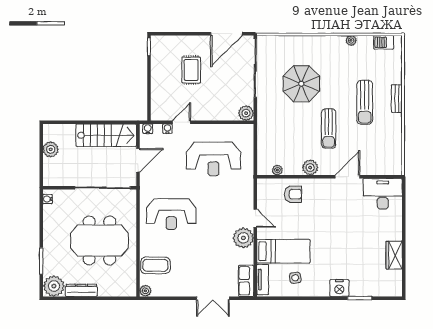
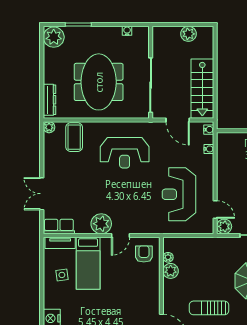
door: (181, 122) -> (215, 209), moved
plant: (310, 167) -> (171, 271), moved
armchair: (293, 194) -> (144, 254), moved, turned 180
water cooler: (48, 199) -> (127, 31), moved
reception desk: (171, 214) -> (125, 153), turned -90
dresser: (81, 290) -> (50, 100), moved

